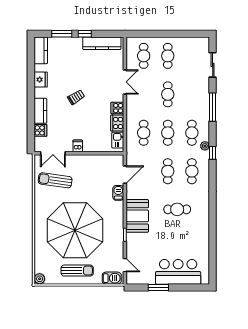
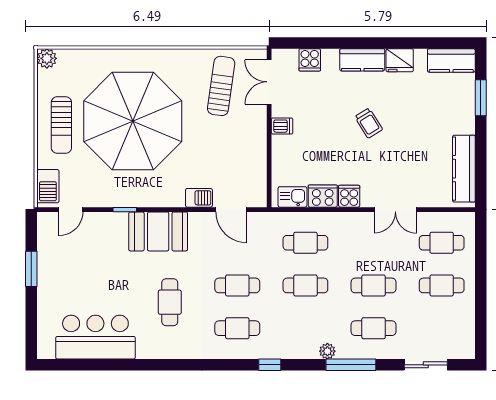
window: (85, 34) -> (481, 138), removed
kitchen counter: (40, 111) -> (362, 60), moved
cafe table: (192, 133) -> (374, 328), moved
plant: (205, 146) -> (327, 351), moved
bar counter: (178, 272) -> (95, 337), moved, turned -90

